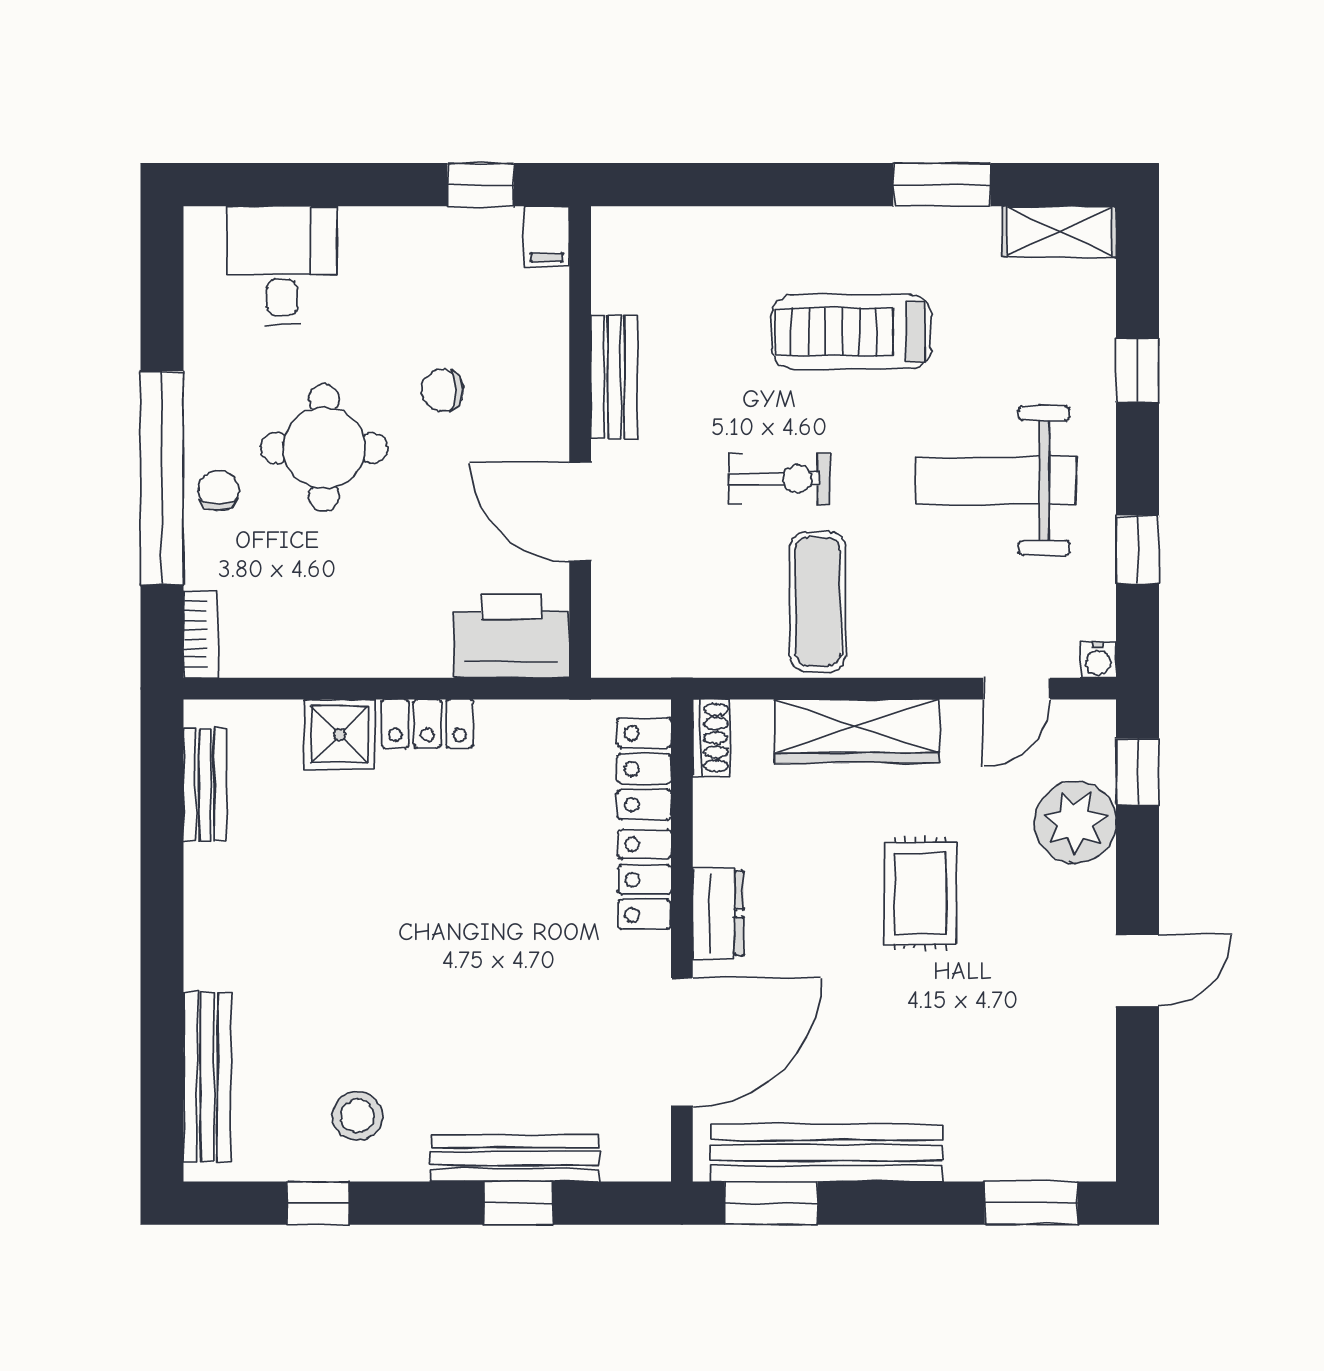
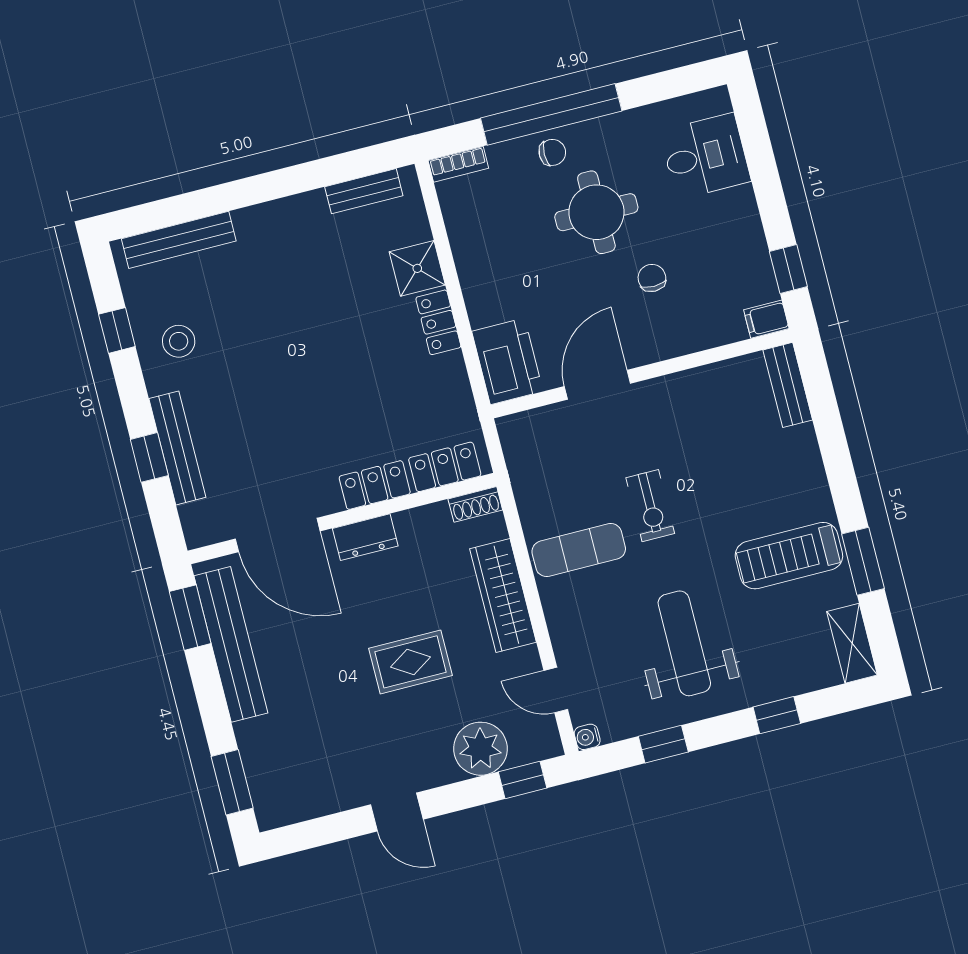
treadmill: (852, 332) -> (789, 556), moved, turned -90
bench: (614, 377) -> (788, 385), moved, turned 90

